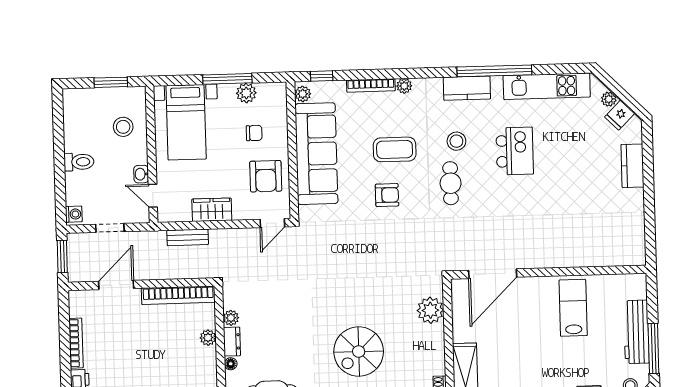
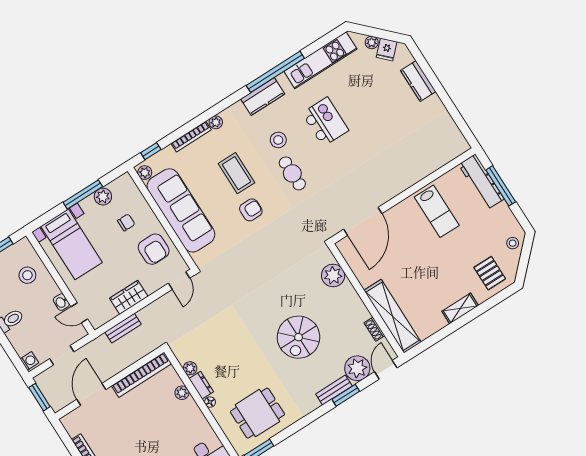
coffee table: (395, 149) -> (236, 173), turned 90
lab bench: (573, 308) -> (437, 211), turned 180
workbench: (636, 332) -> (481, 182), moved
window: (653, 348) -> (501, 186), moved

